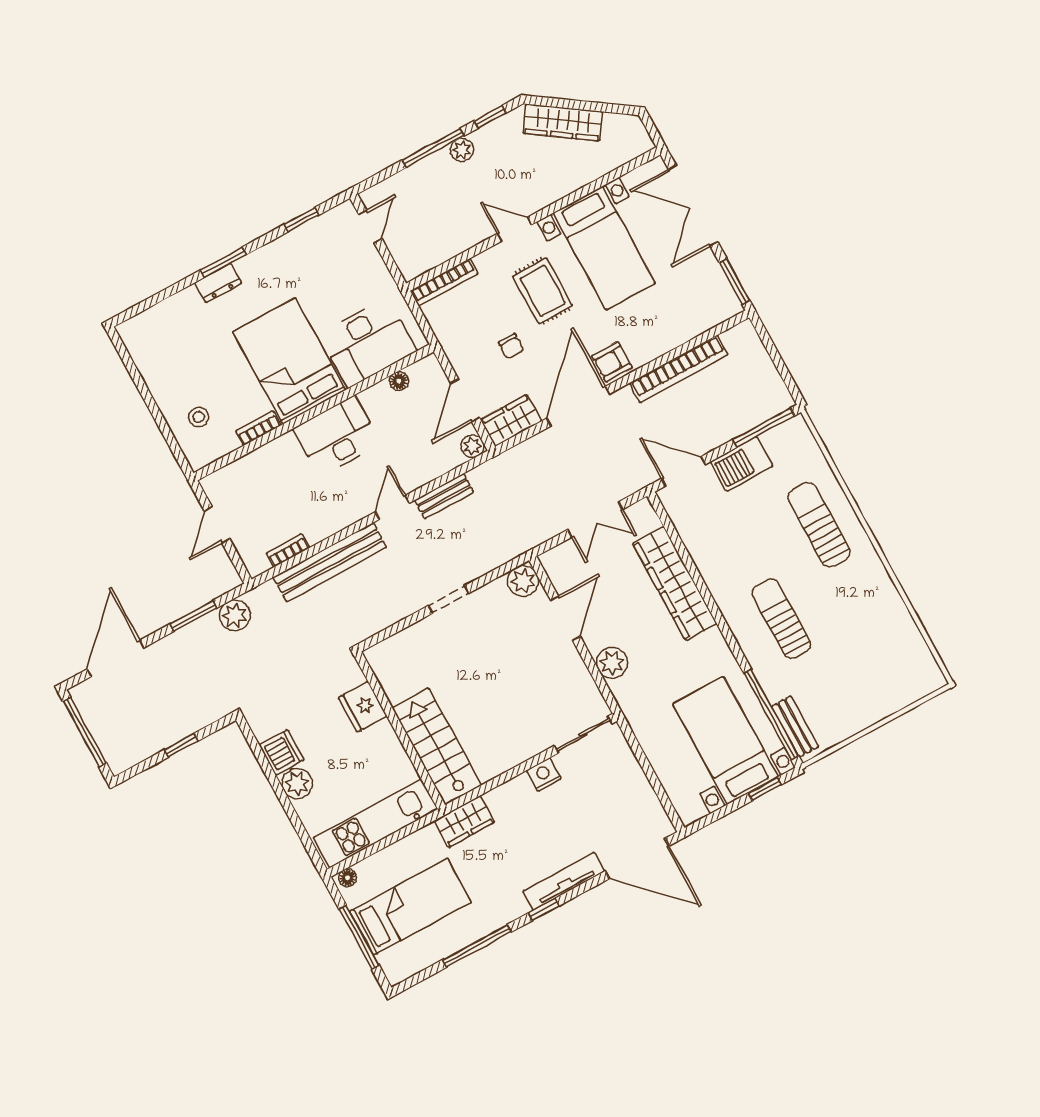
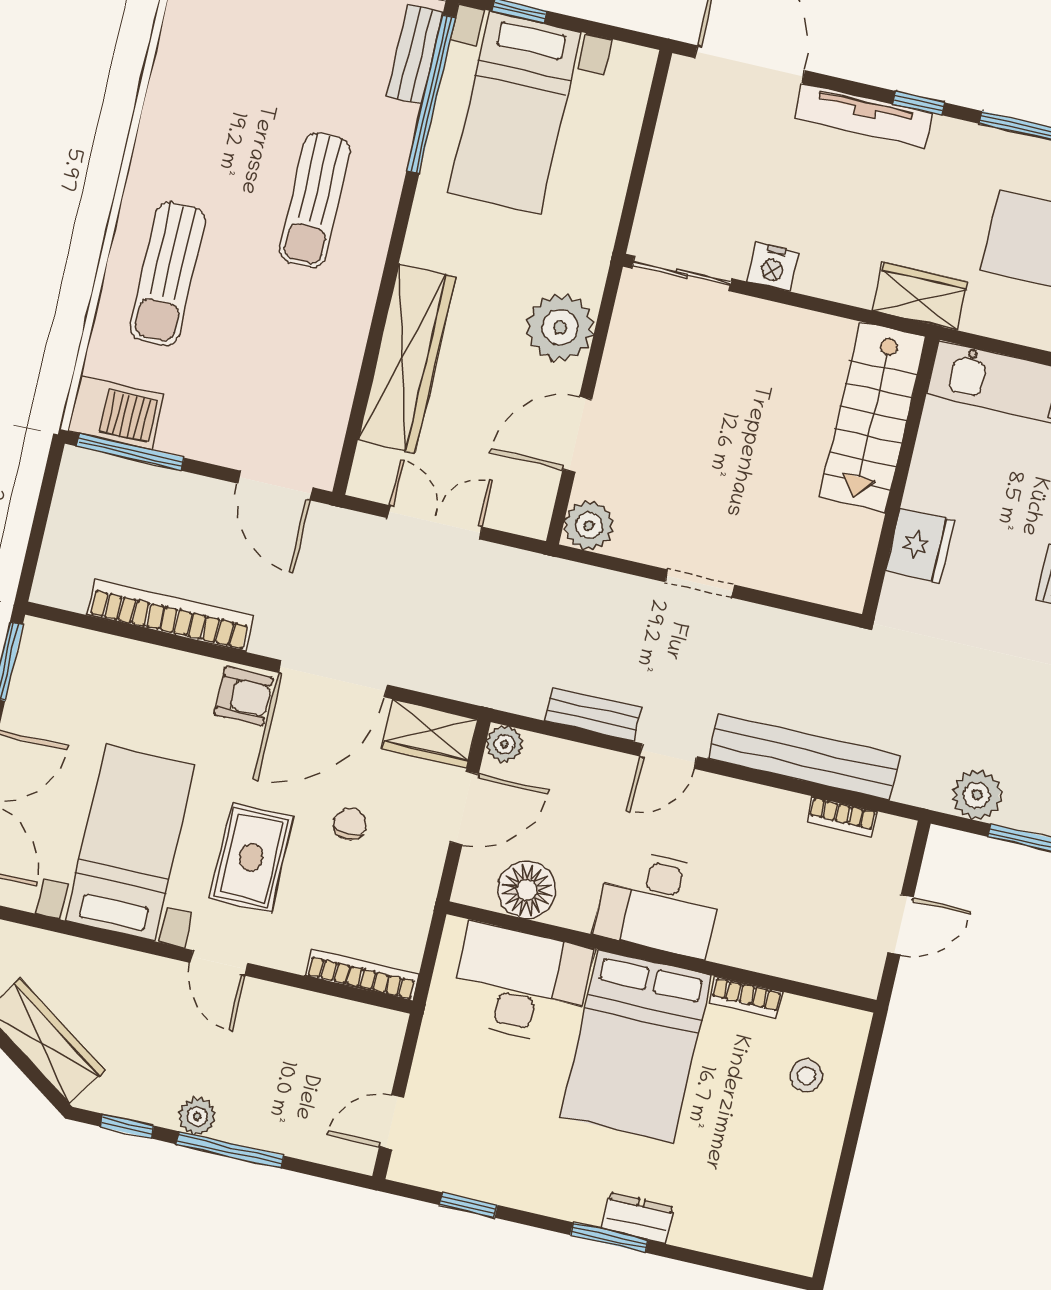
floor lamp: (399, 381) -> (527, 890), width x1.89, depth x1.89
barbecue: (741, 464) -> (116, 413), moved
plant: (612, 663) -> (560, 327), width x1.36, depth x1.36

